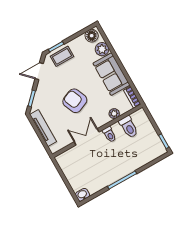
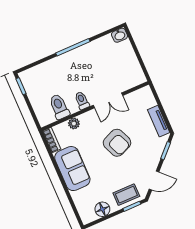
floor lamp: (92, 36) -> (102, 209), moved
plant: (102, 49) -> (80, 198), removed
tv unit: (43, 128) -> (159, 121), width x0.71

